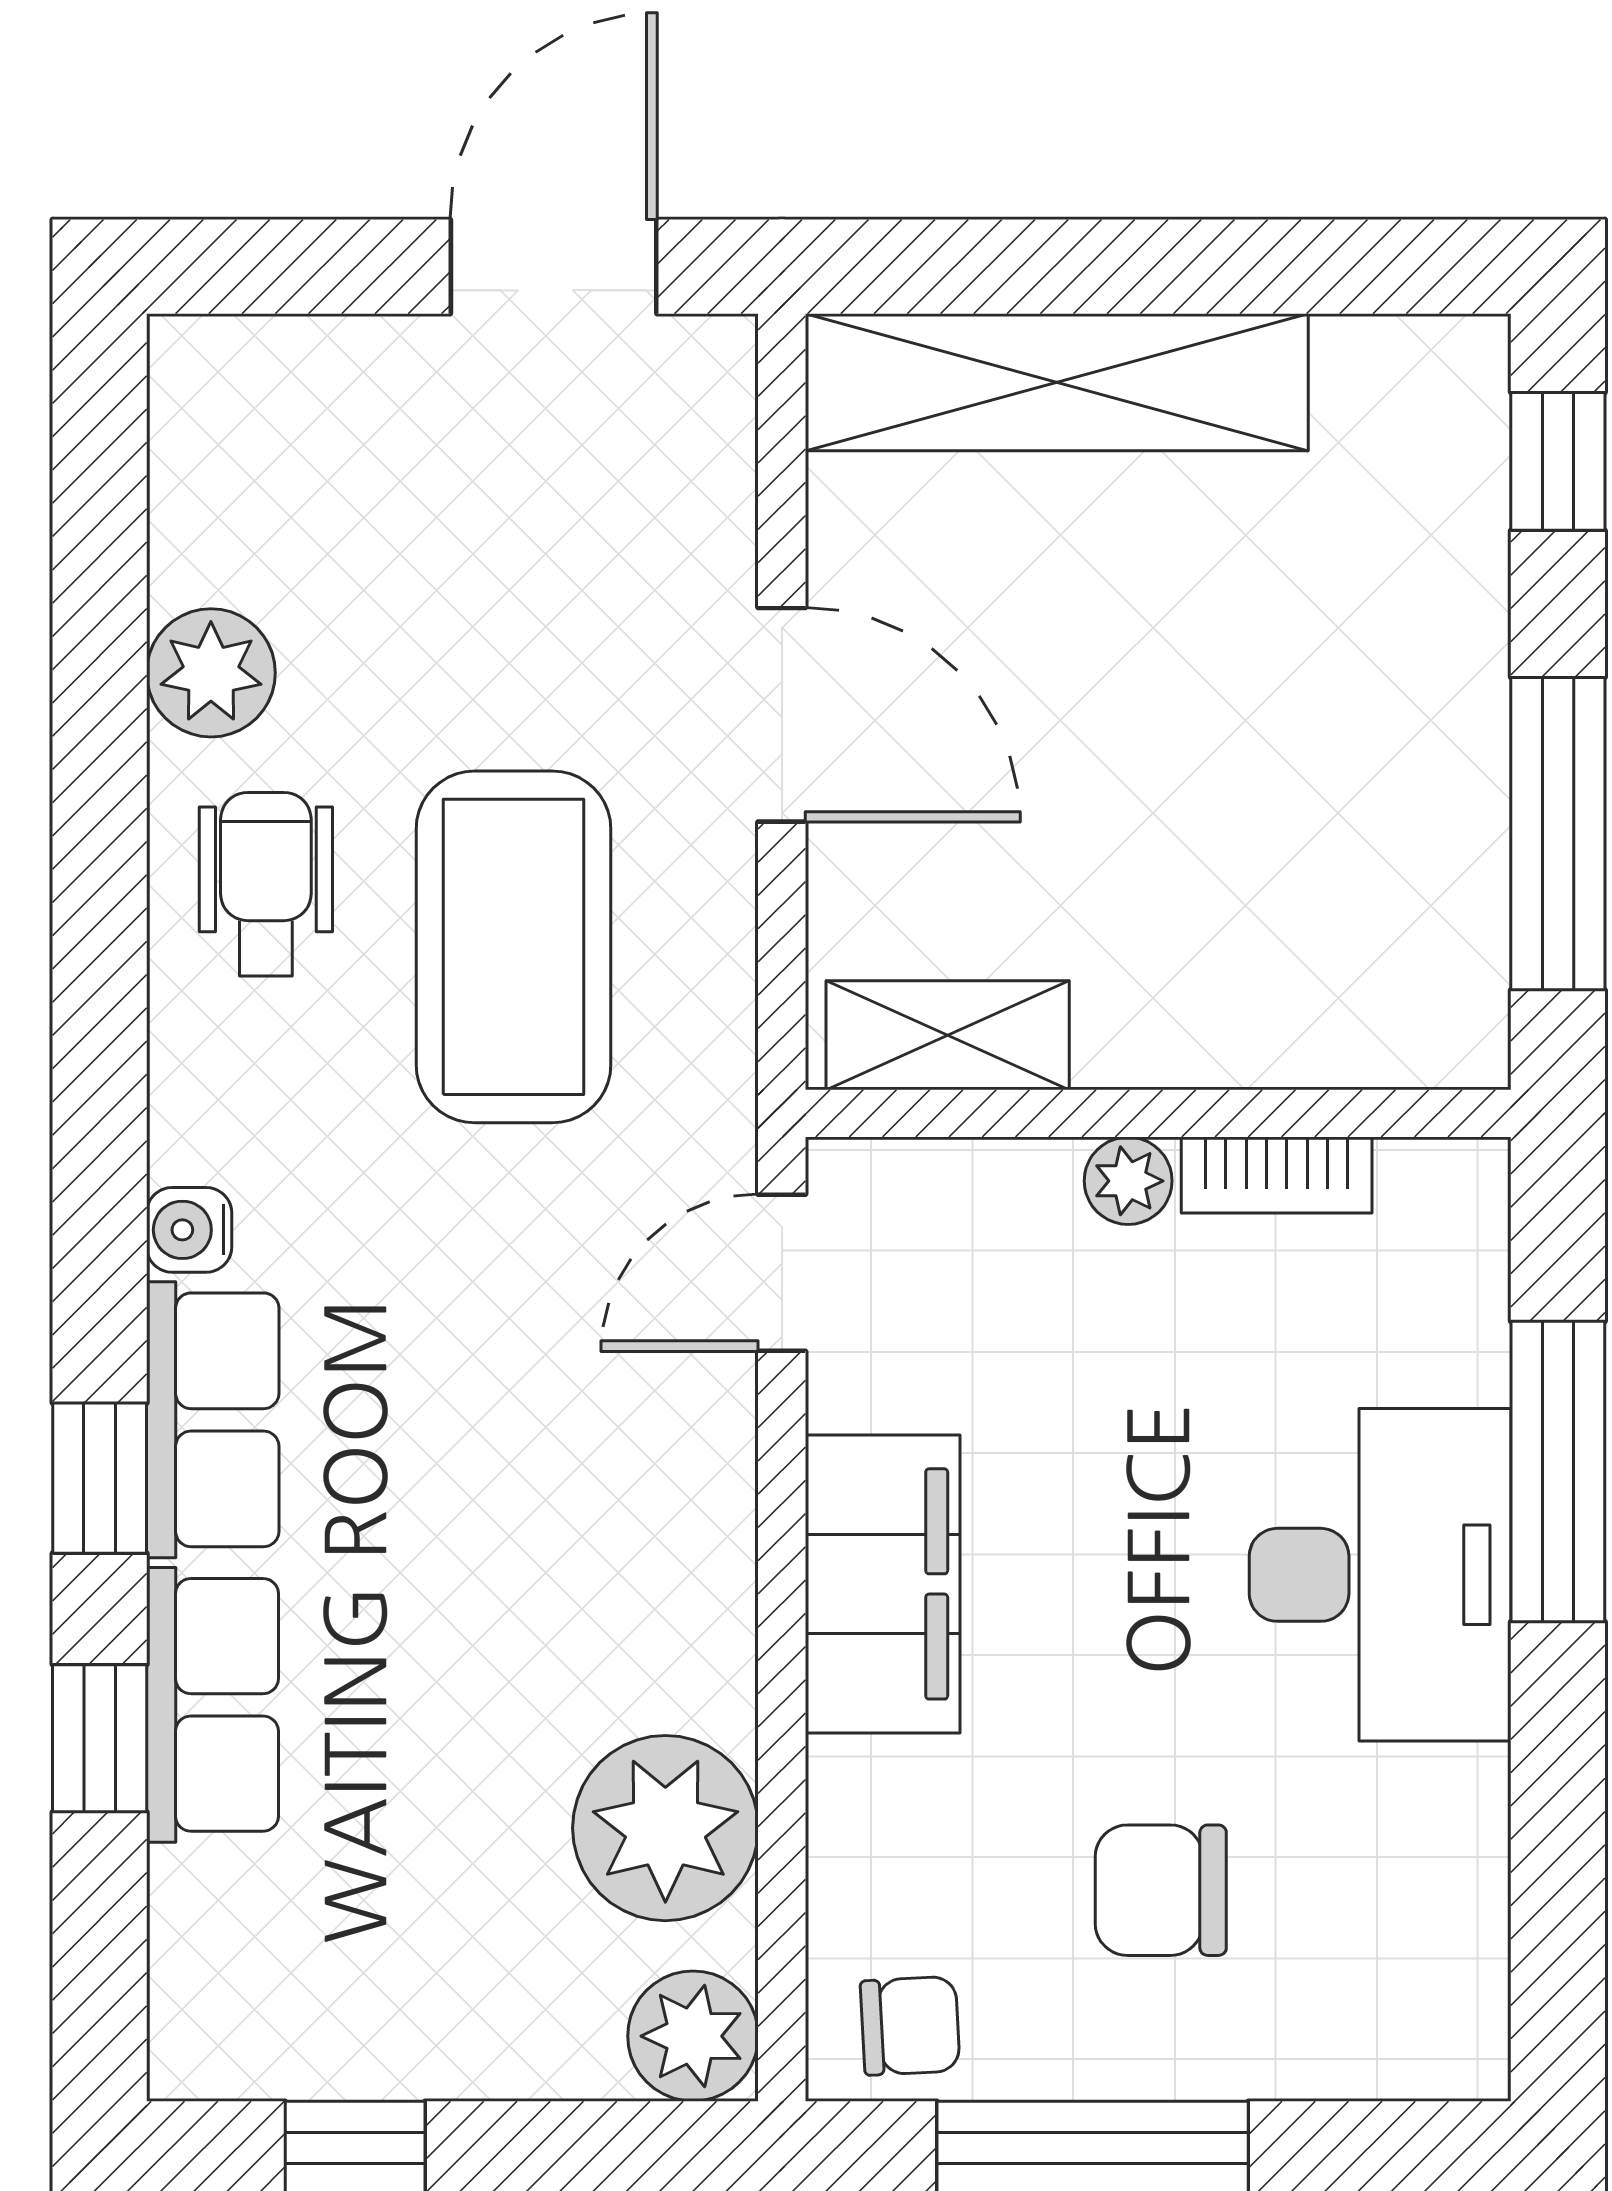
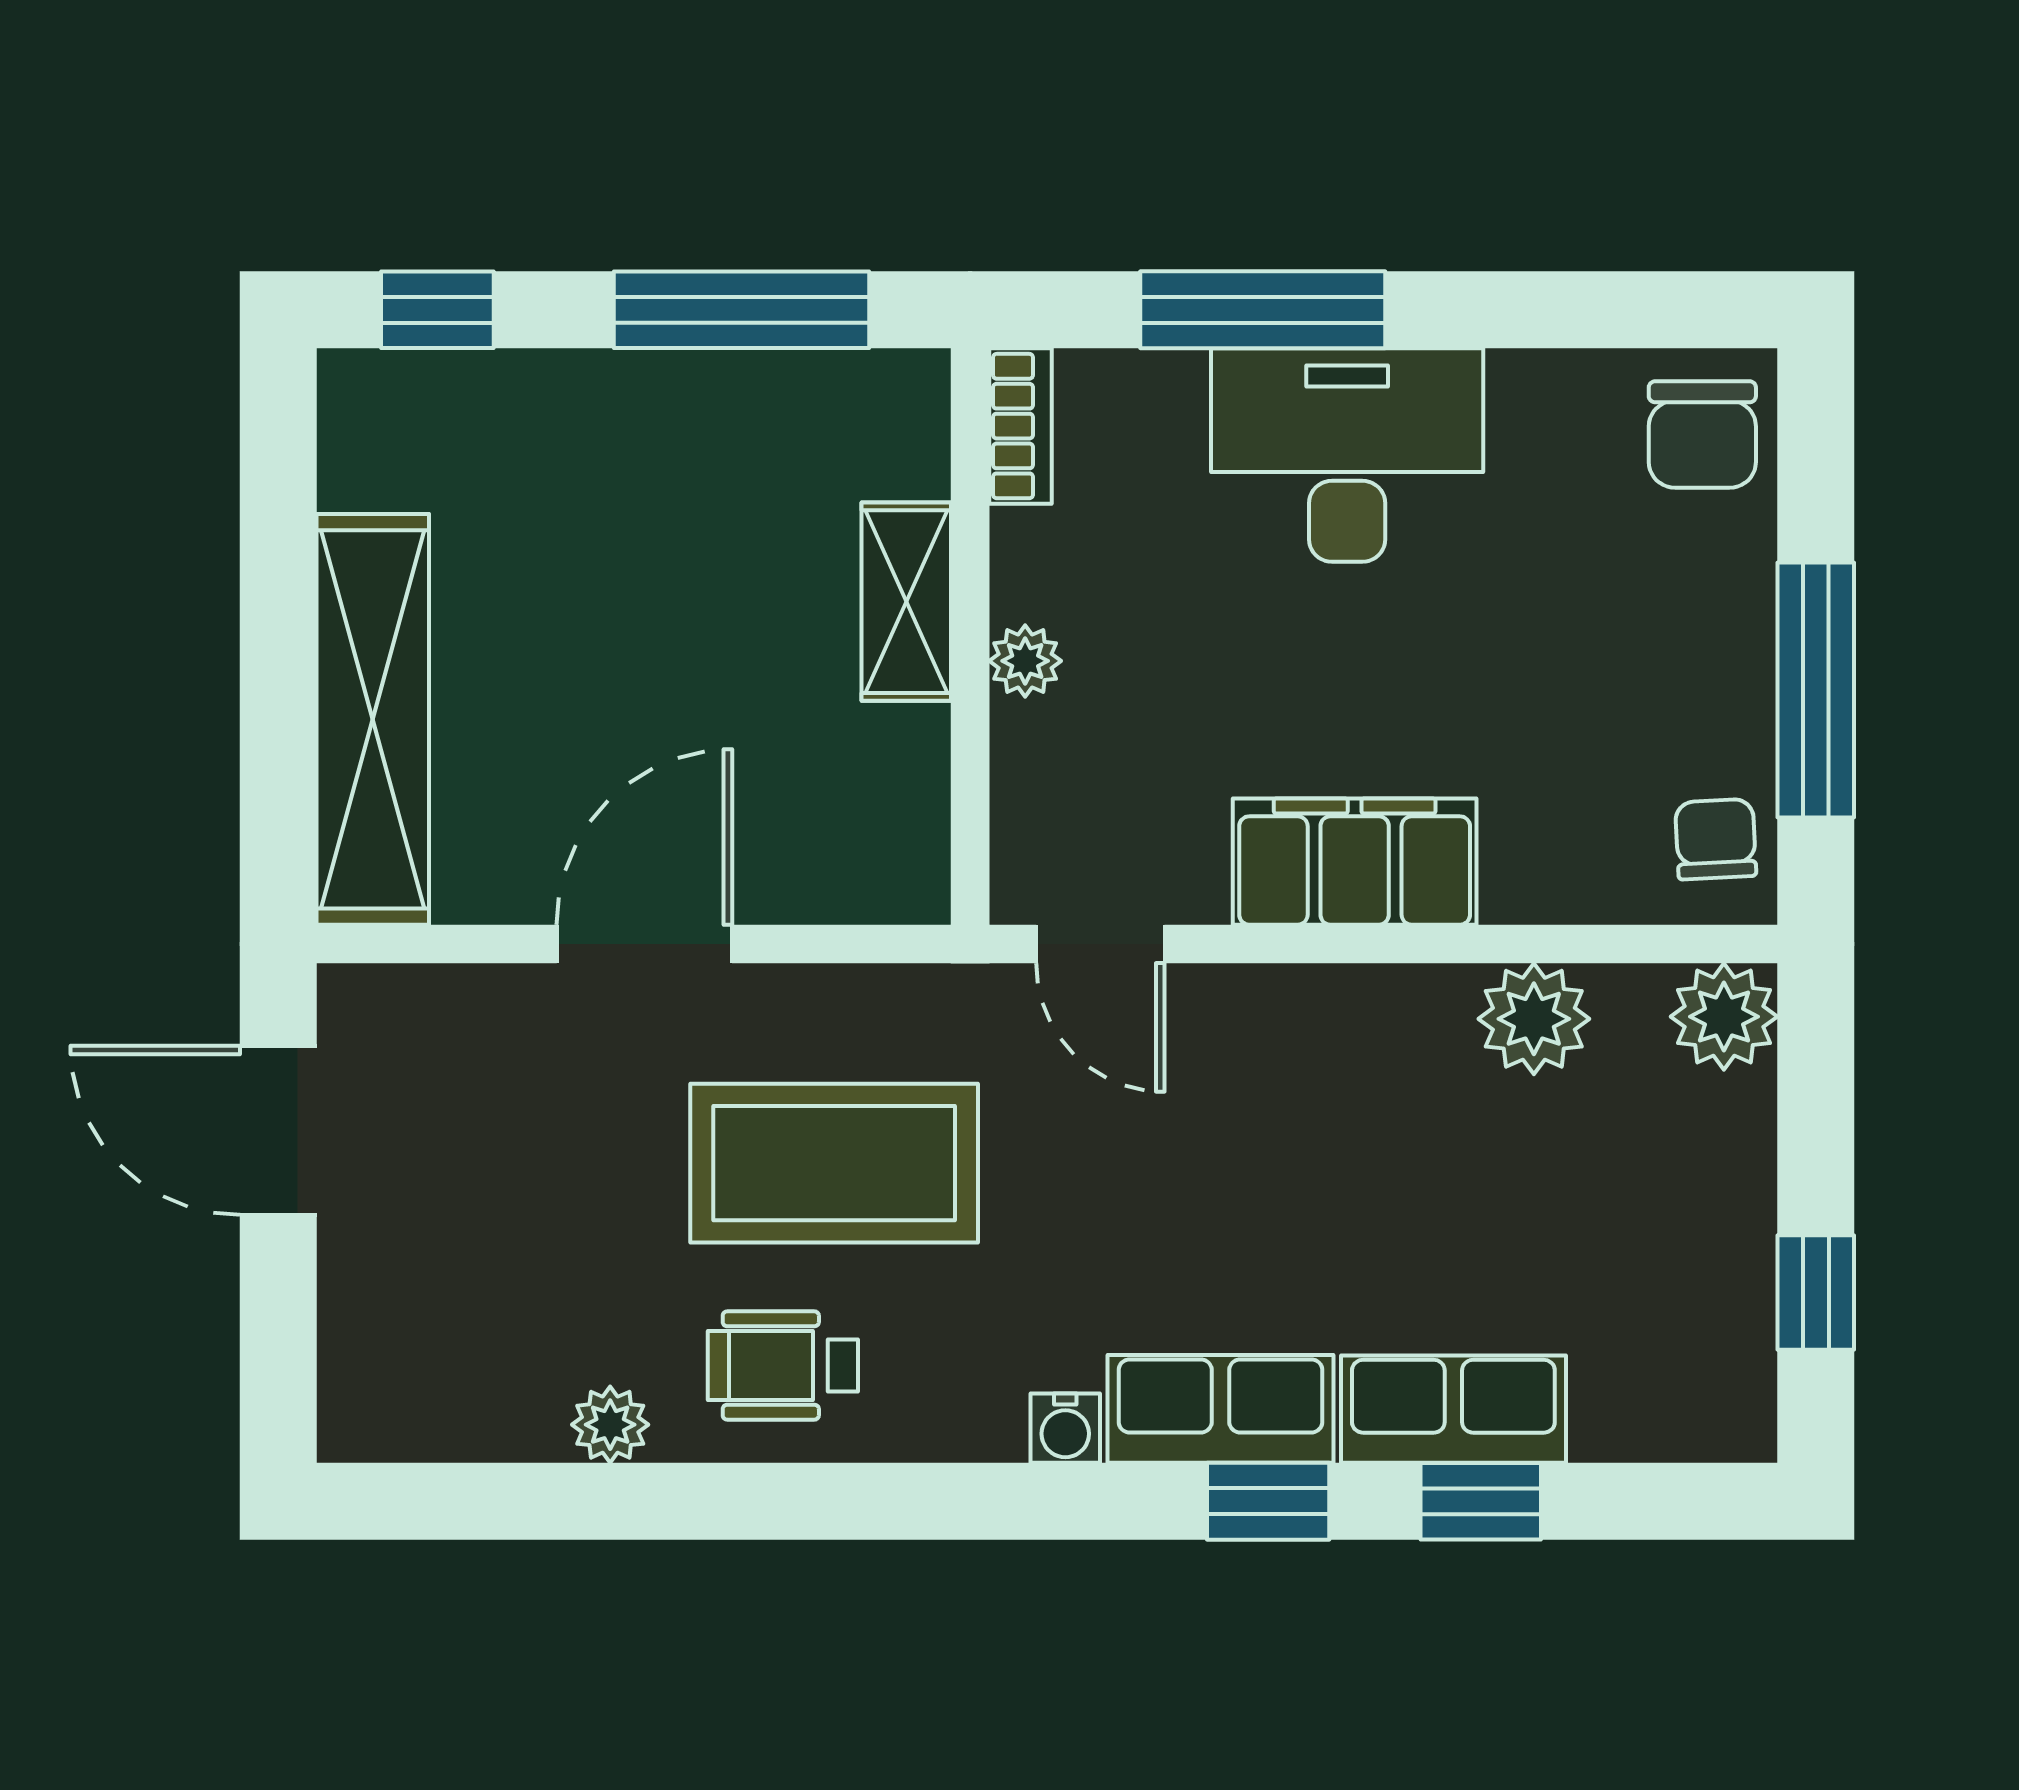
plant: (211, 673) -> (610, 1425), width x0.73, depth x0.73
shelving: (948, 1035) -> (906, 602), moved
bookcase: (1277, 1175) -> (1020, 426), moved
plant: (665, 1828) -> (1534, 1019), width x0.73, depth x0.73
chair: (1161, 1890) -> (1702, 435), moved

